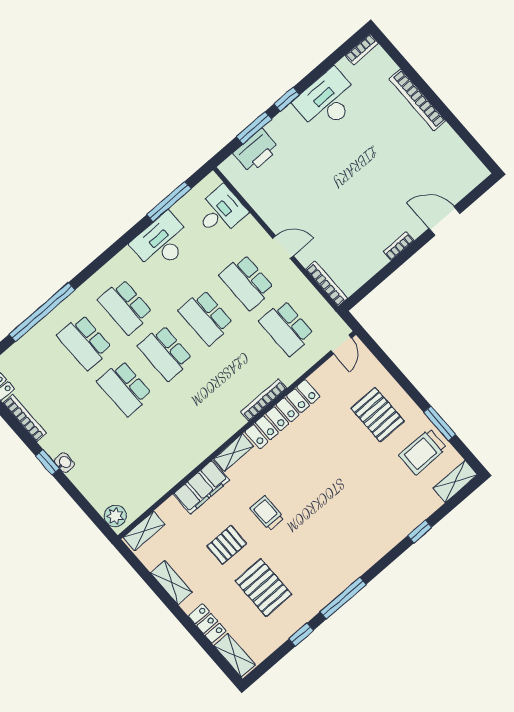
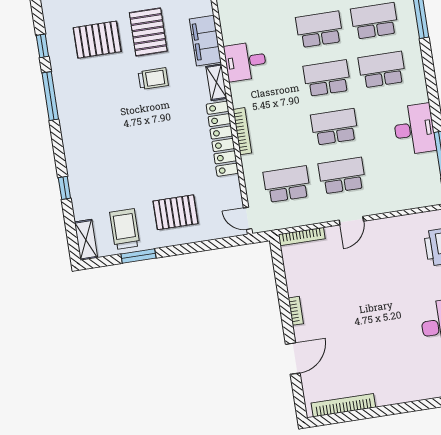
bookcase: (417, 100) -> (343, 405), moved
desk: (220, 212) -> (245, 61), moved, turned 90
pallet: (227, 545) -> (148, 32), width x1.50, depth x1.42

